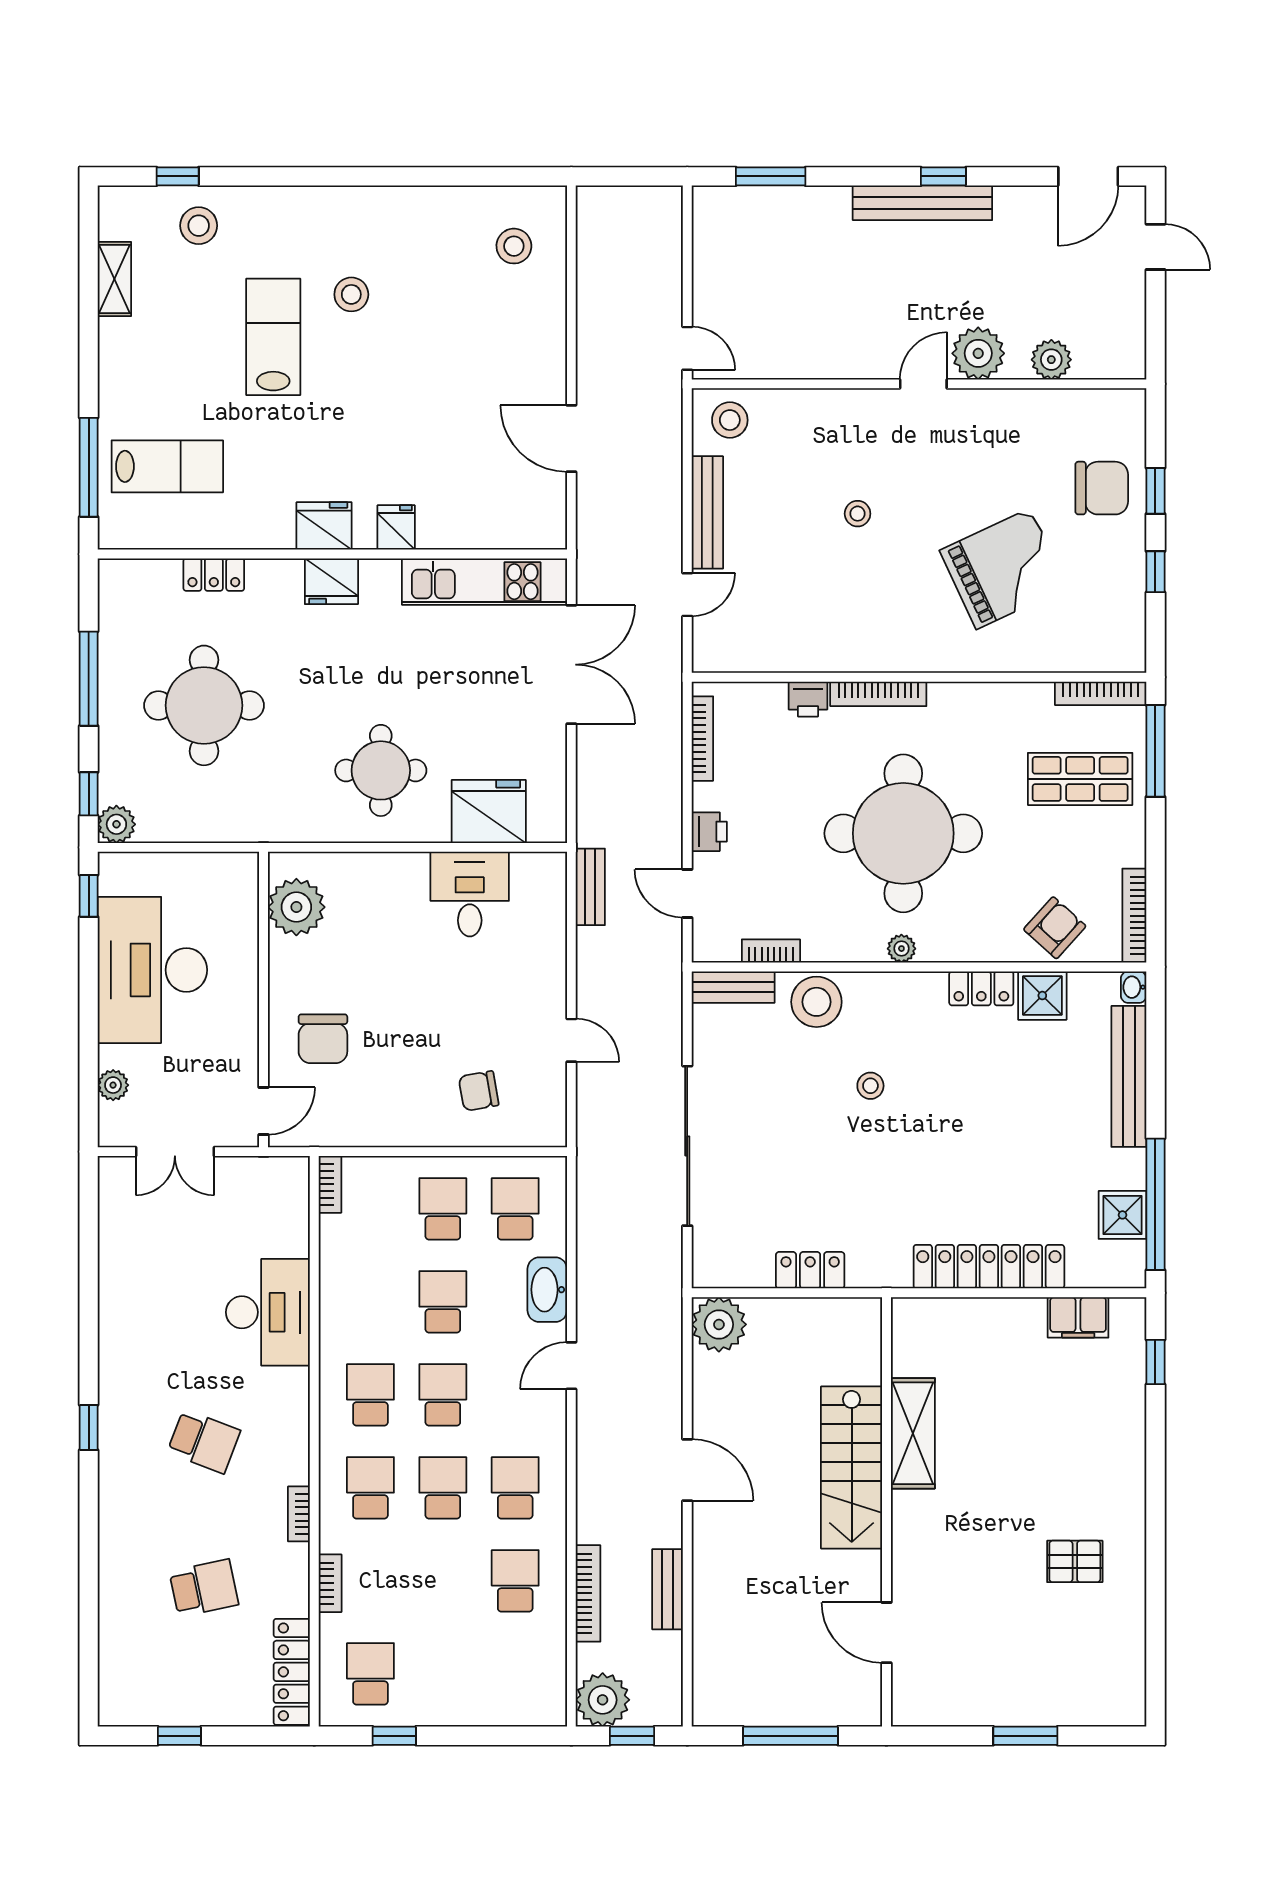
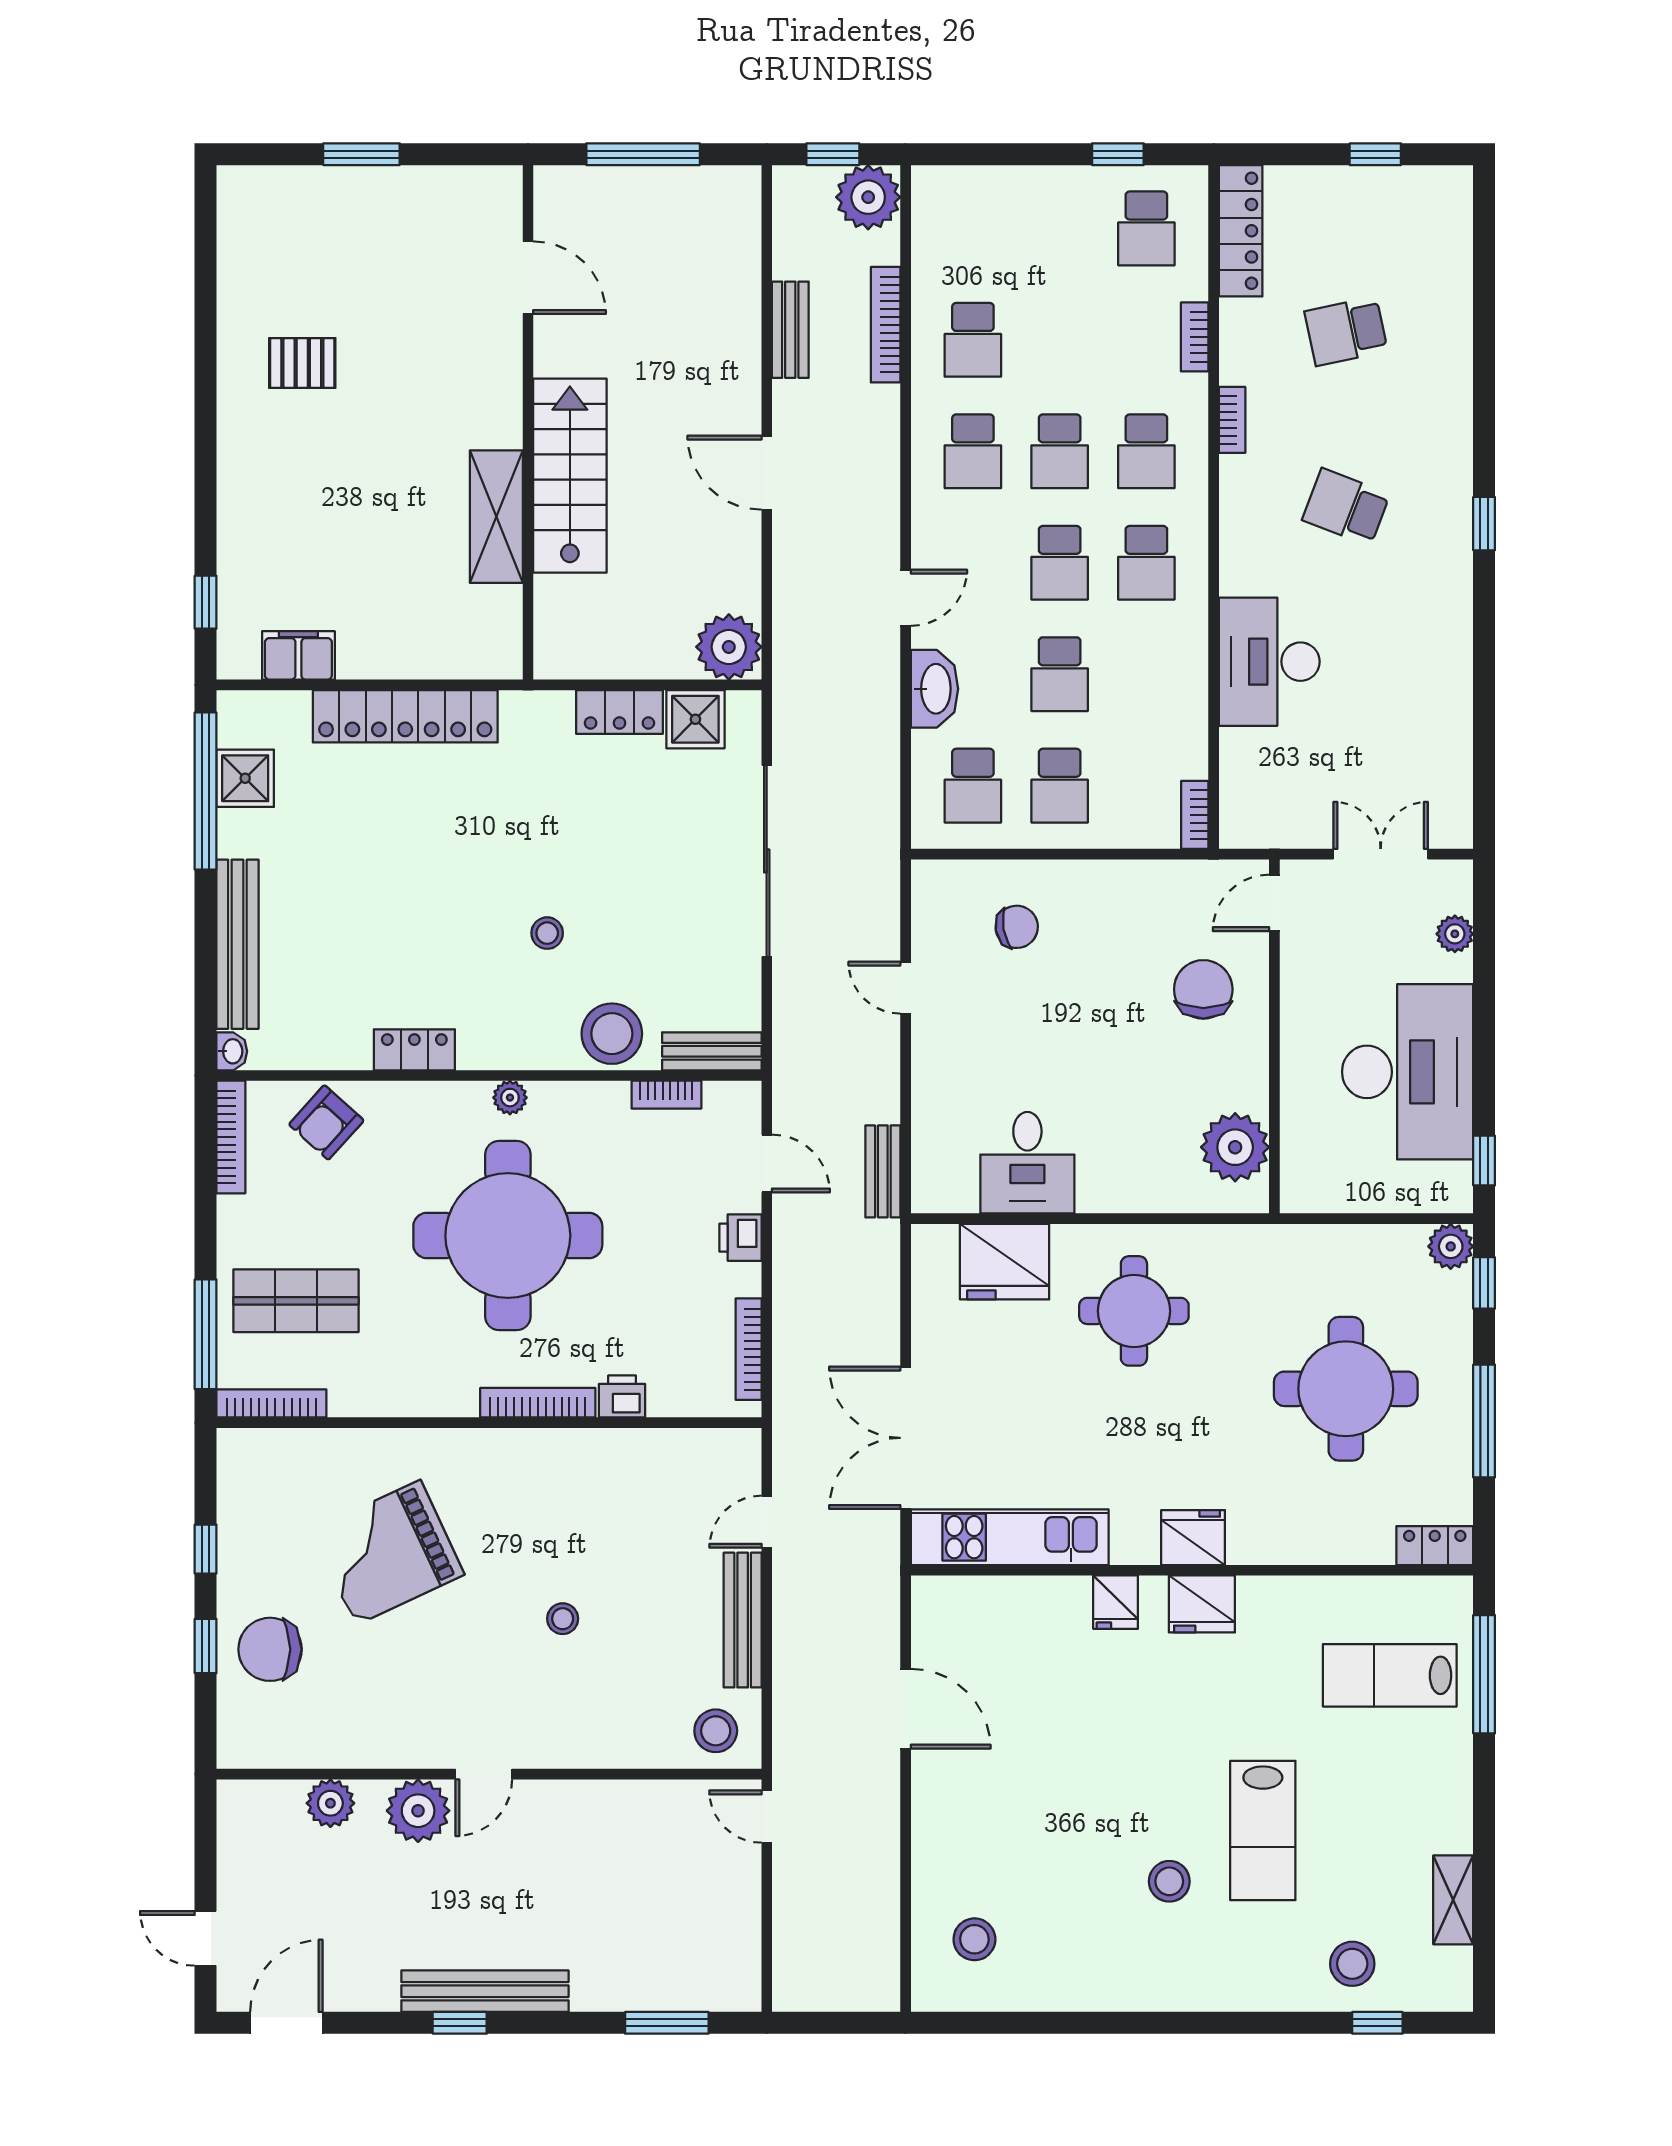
locker: (214, 575) -> (1435, 1546), moved
shower: (1042, 996) -> (695, 719), moved

